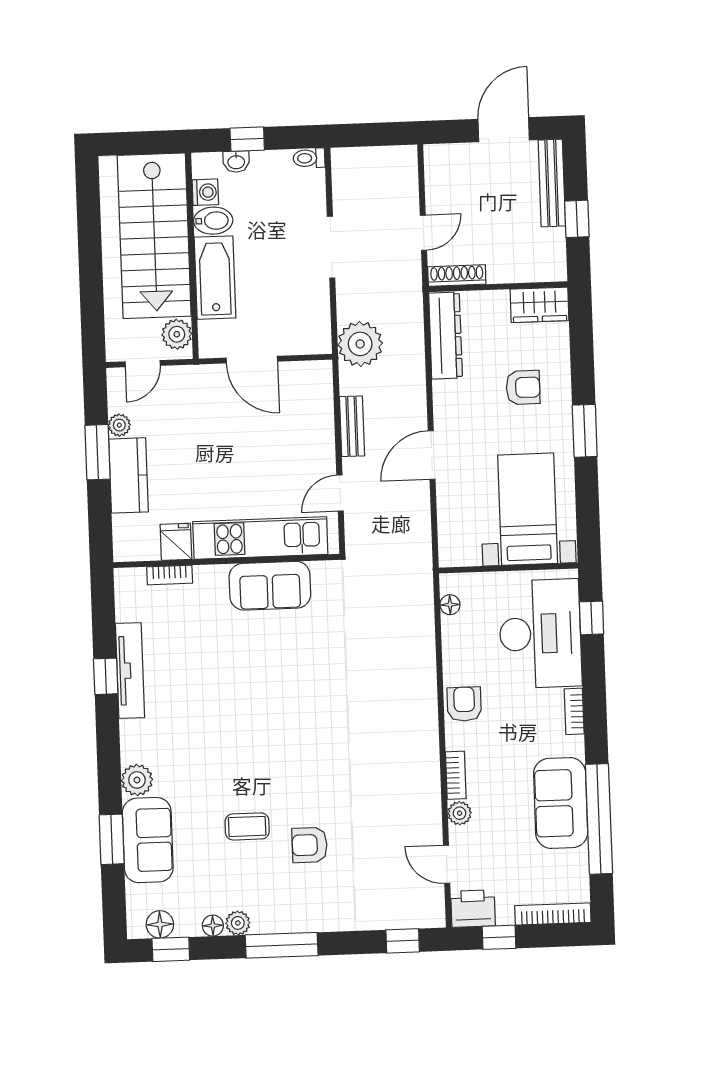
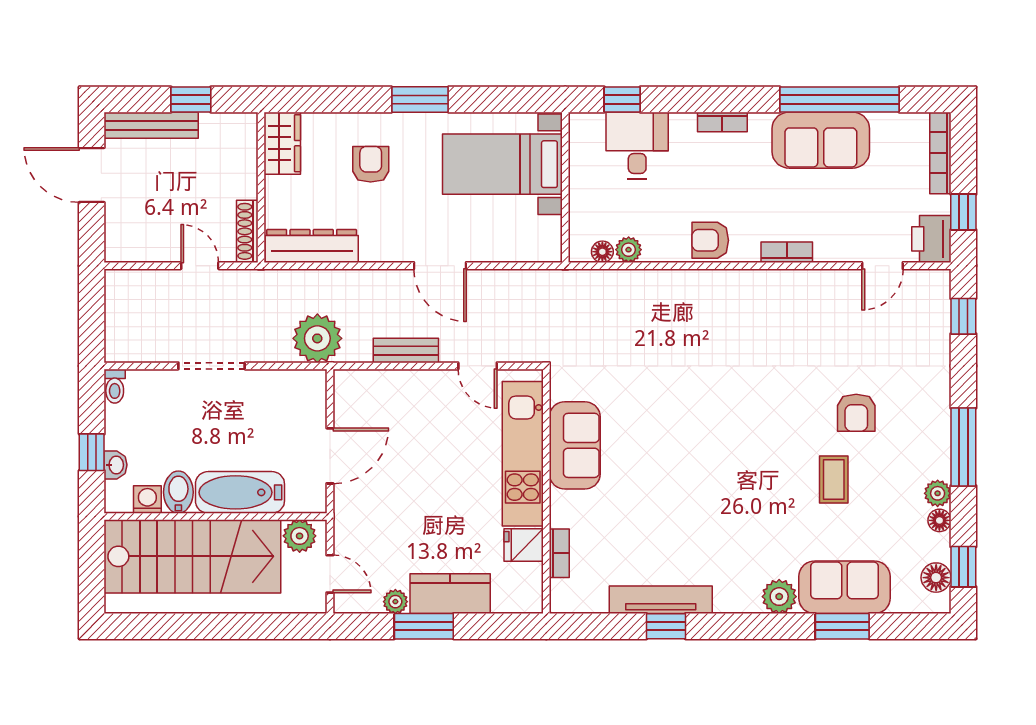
desk: (540, 634) -> (637, 145), width x0.53, depth x0.77
plant: (460, 813) -> (629, 250), moved

